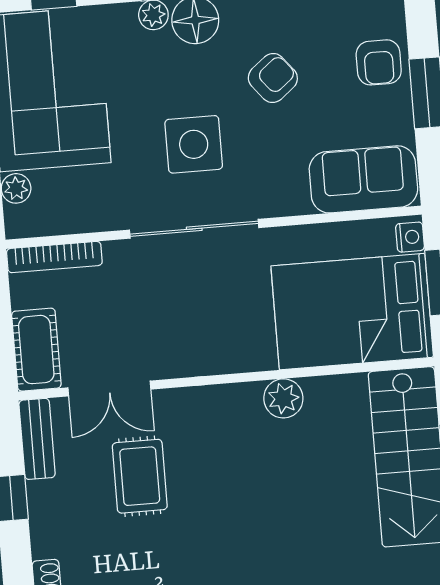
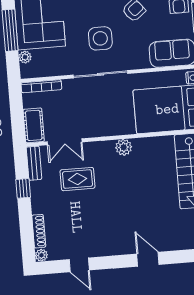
plant: (283, 398) -> (124, 147), moved
rug: (140, 476) -> (77, 179), turned 90

